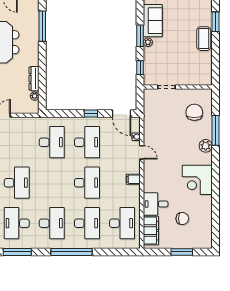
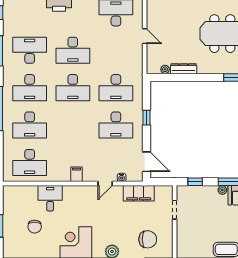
window: (91, 114) -> (146, 118), moved
door: (121, 114) -> (146, 162), swing flipped
desk: (87, 183) -> (73, 88), moved
filing cabinet: (151, 231) -> (139, 193), moved

